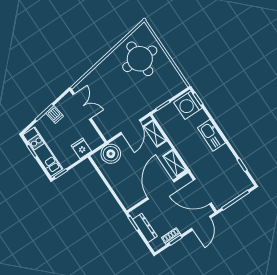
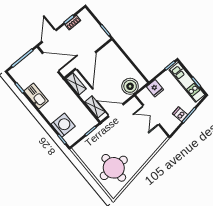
washing machine: (188, 105) -> (63, 125), moved
double door: (82, 106) -> (151, 115), moved
door: (131, 127) -> (116, 110), hinge flipped
kitchen sink: (211, 135) -> (36, 96), moved
dresser: (145, 228) -> (95, 27), removed

